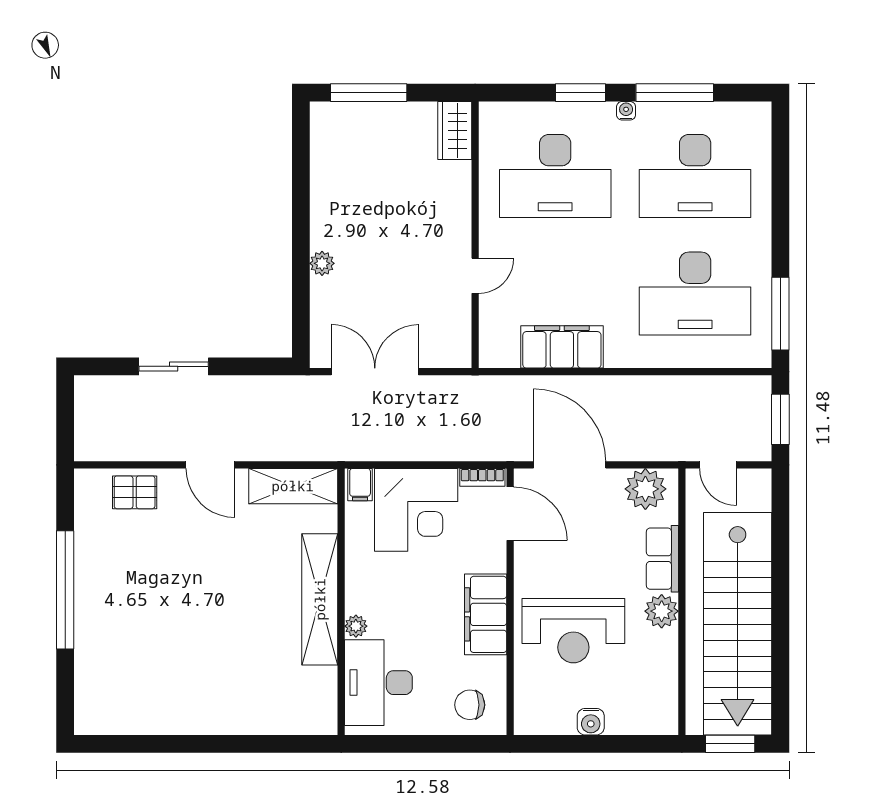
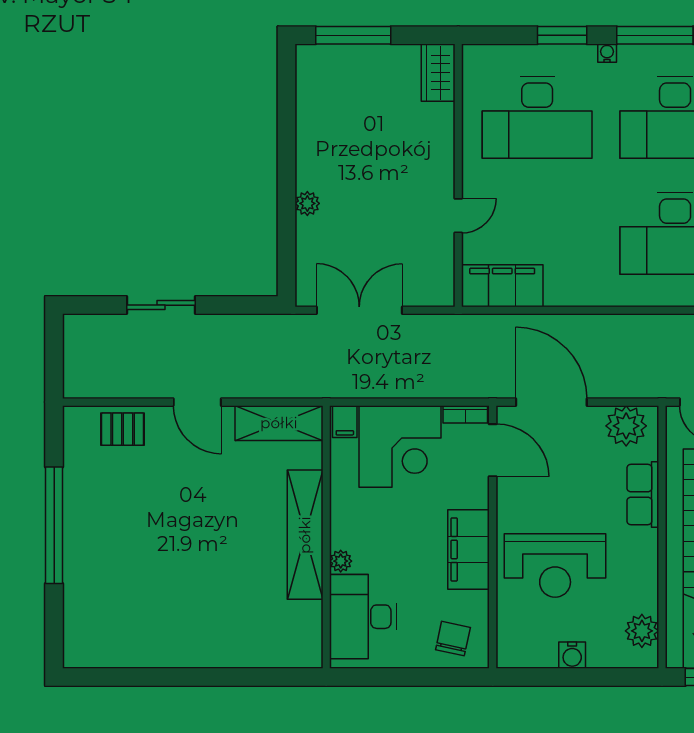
filing cabinet: (562, 347) -> (502, 286), moved
plant: (662, 611) -> (642, 631), moved
chair: (470, 705) -> (453, 639), turned 102

